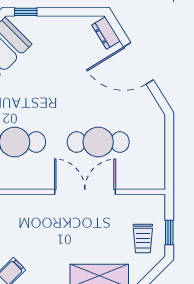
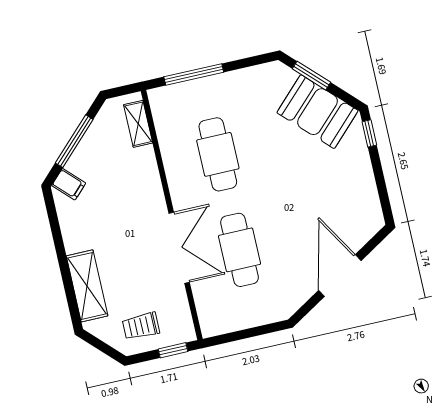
dresser: (106, 33) -> (366, 230), removed
window: (169, 232) -> (173, 350), moved

